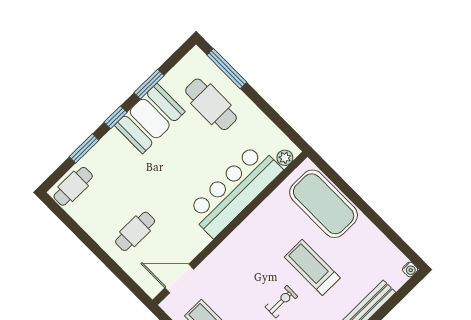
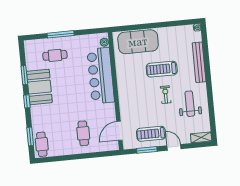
window: (227, 69) -> (61, 34), moved
cafe table: (211, 104) -> (55, 55), width x0.73, depth x0.74
window: (84, 148) -> (30, 136), moved

